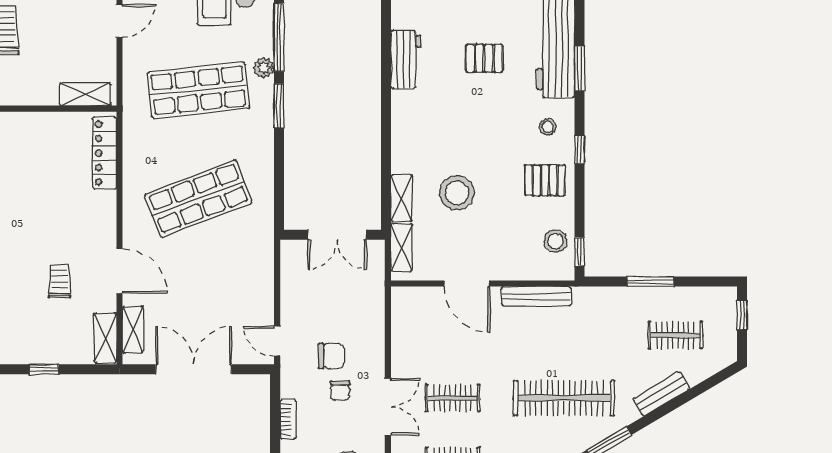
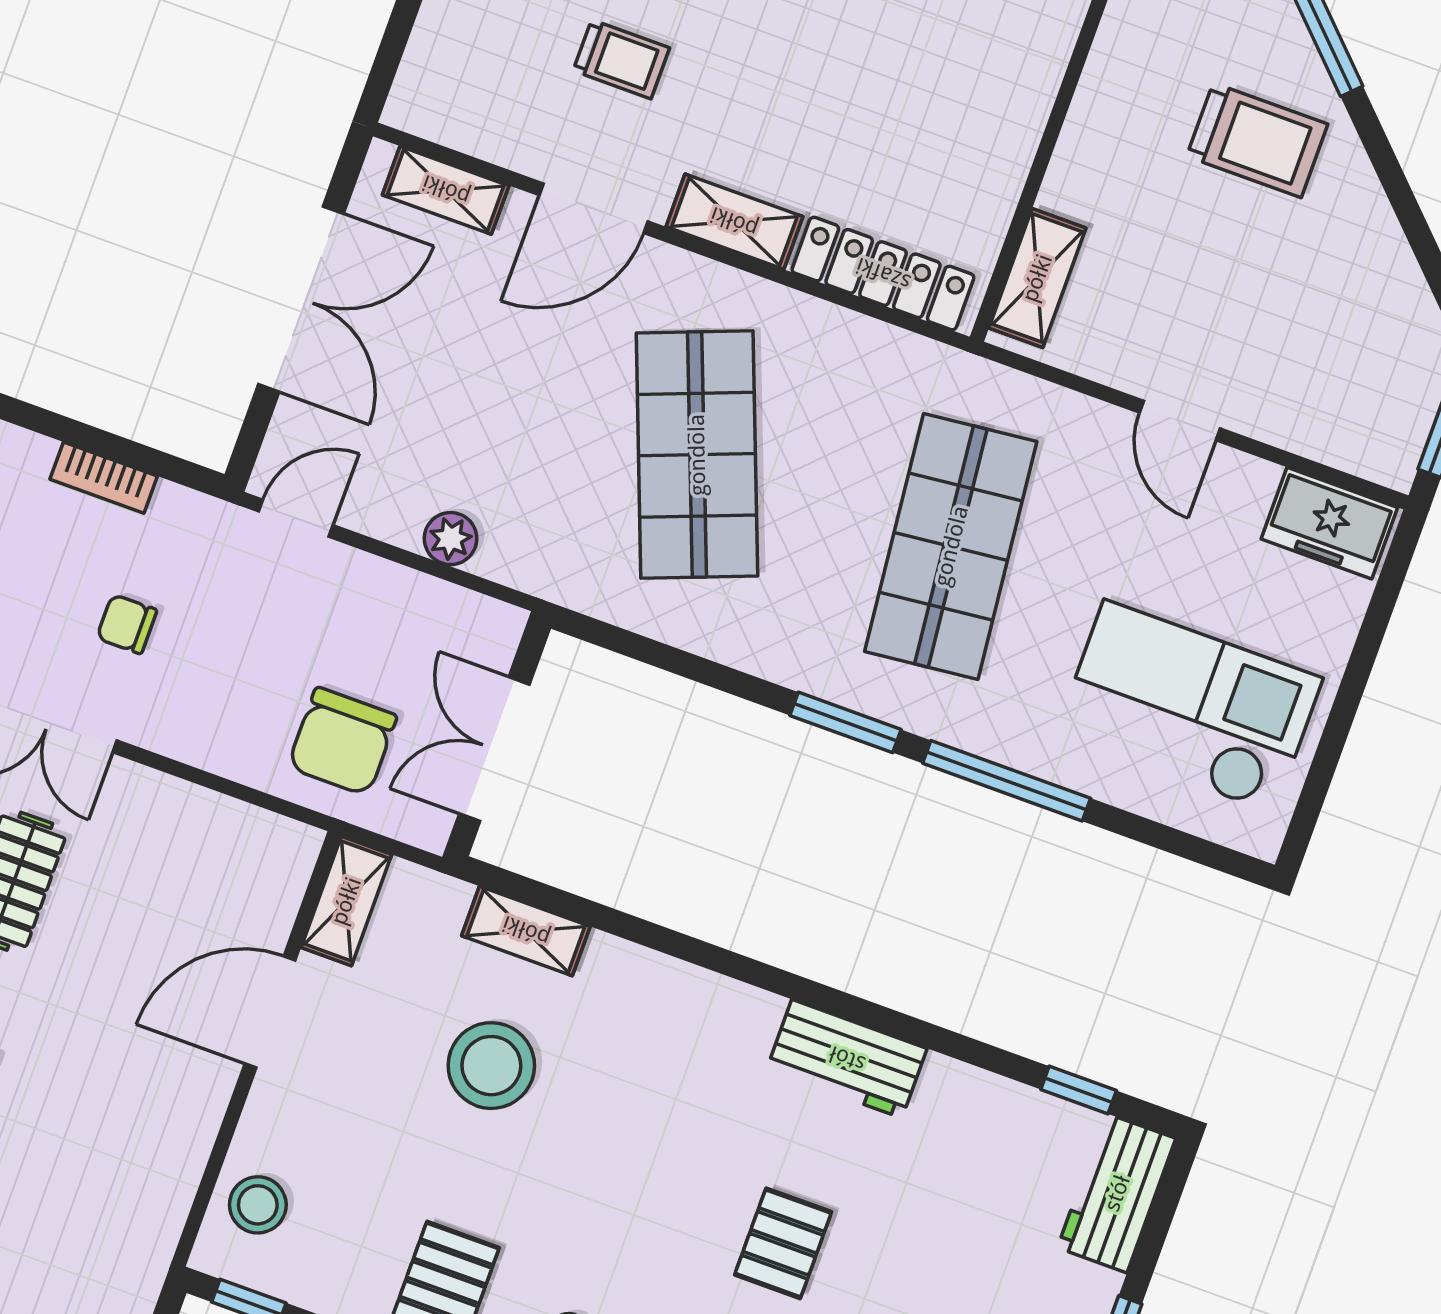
plant: (264, 68) -> (451, 539), moved
stool: (555, 241) -> (258, 1205), moved
shelving: (402, 247) -> (346, 901), moved, turned 90
bench: (536, 296) -> (182, 1163), removed
shelving: (105, 338) -> (734, 222), moved
chair: (331, 356) -> (342, 741), moved, width x1.37, depth x1.37

